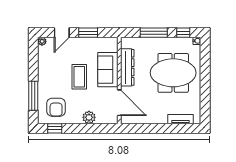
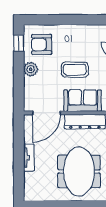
window: (33, 96) -> (54, 20), removed
plant: (89, 117) -> (31, 69), moved
tv unit: (180, 119) -> (29, 158), moved

